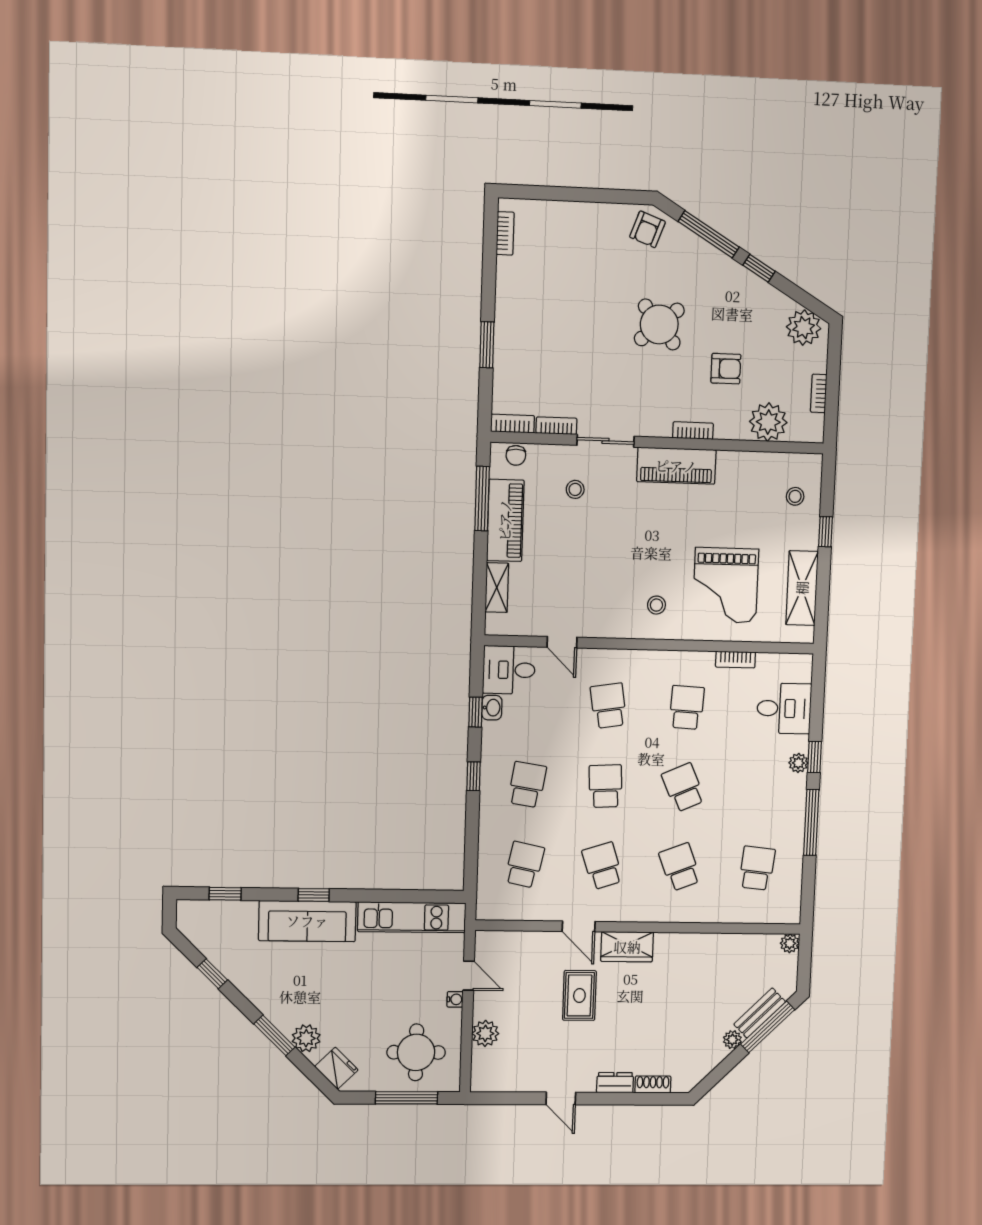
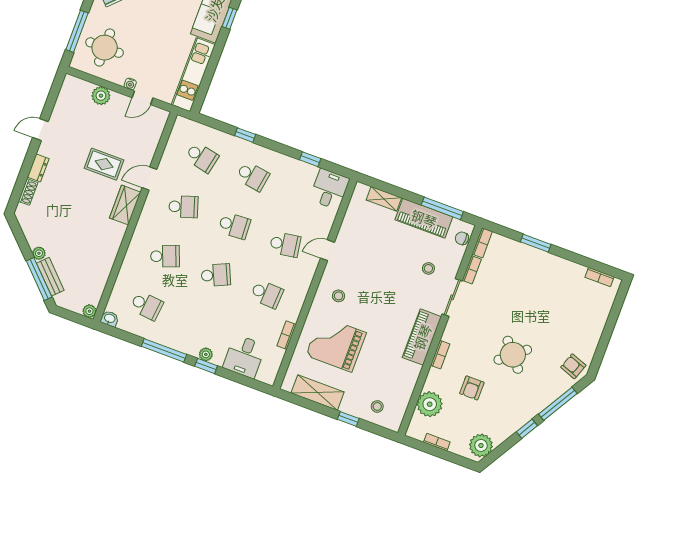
door: (562, 642) -> (327, 250), moved
washbasin: (492, 708) -> (110, 319), moved, turned 180
window: (474, 776) -> (245, 135), moved

